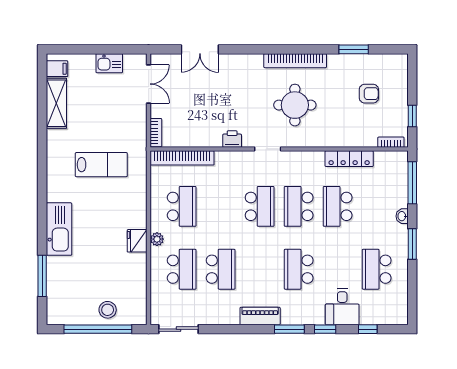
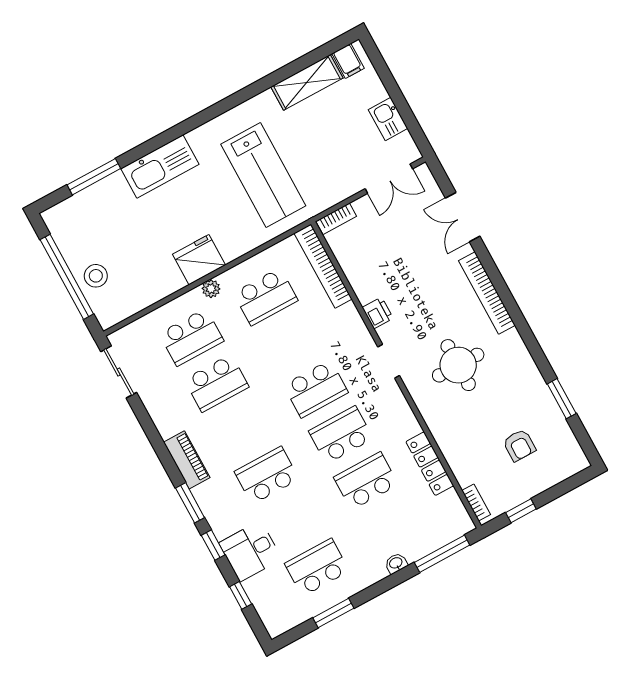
bookcase: (295, 61) -> (487, 293), moved
lab bench: (101, 165) -> (263, 175), width x1.36, depth x1.39
fridge: (137, 241) -> (199, 260), width x1.36, depth x1.34
window: (412, 244) -> (333, 613), moved

